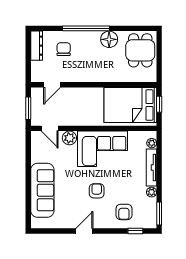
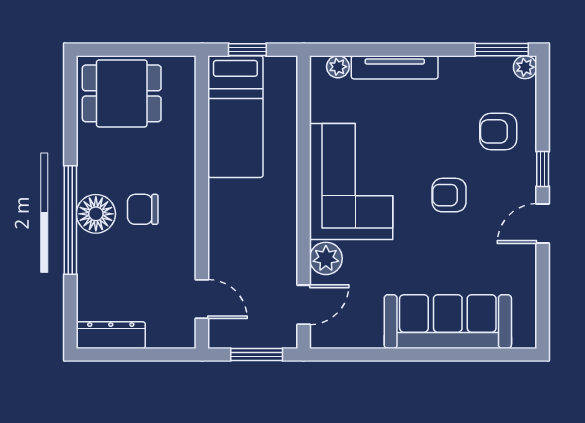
floor lamp: (109, 39) -> (96, 214), moved
chair: (64, 49) -> (143, 209), moved
bed: (130, 105) -> (235, 117), width x0.67
plant: (152, 192) -> (525, 67), moved
armchair: (124, 212) -> (498, 131), turned 180
door: (84, 231) -> (543, 223), hinge flipped
window: (135, 231) -> (543, 169), moved

